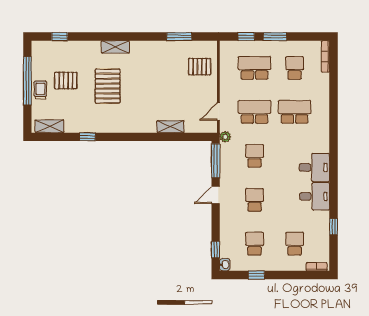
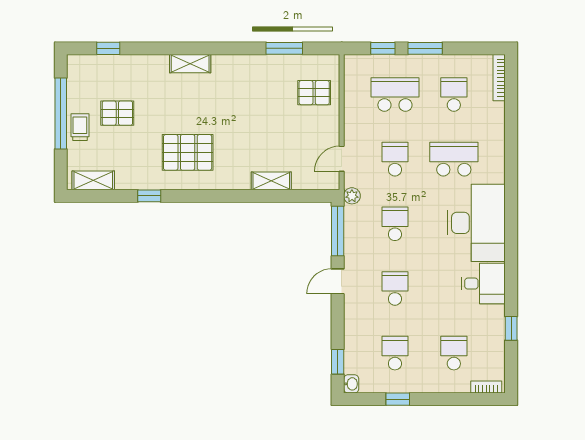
pallet: (108, 86) -> (188, 152), moved, turned 90
school desk: (255, 112) -> (395, 159), width x0.54
desk: (314, 167) -> (476, 223), width x1.87, depth x1.30

